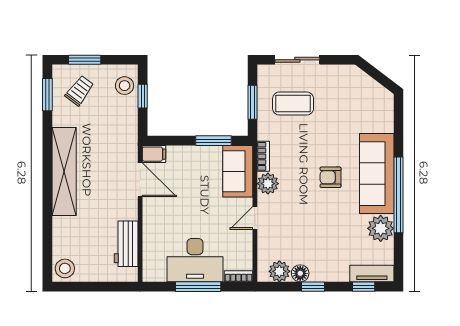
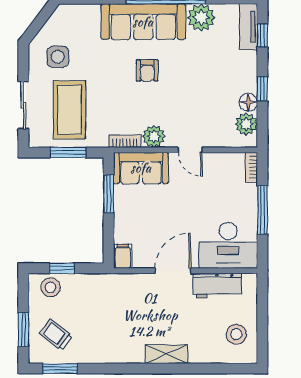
side table: (343, 92) -> (58, 57), added
coffee table: (293, 104) -> (69, 110), width x1.36, depth x1.32
shelving: (64, 171) -> (166, 354), width x0.45, depth x0.75
door: (140, 180) -> (173, 271), moved
desk: (195, 260) -> (228, 245), moved, turned 90
stool: (65, 268) -> (236, 334), moved

